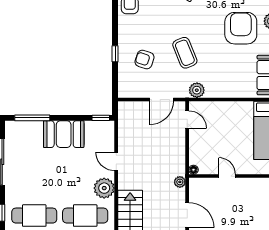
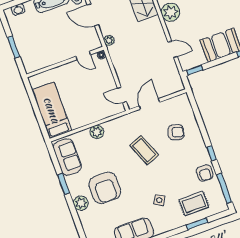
window: (115, 54) -> (212, 153), moved
plant: (197, 90) -> (97, 132), moved
door: (116, 161) -> (173, 49), moved
door: (227, 176) -> (83, 55), moved

